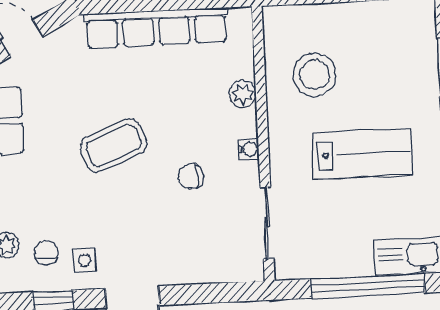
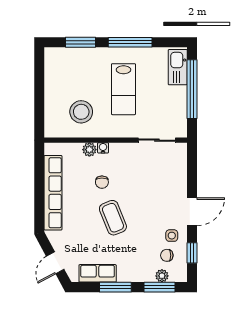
water cooler: (249, 149) -> (103, 148), moved
lab bench: (362, 154) -> (123, 89), turned 180
chair: (191, 176) -> (102, 182), moved

